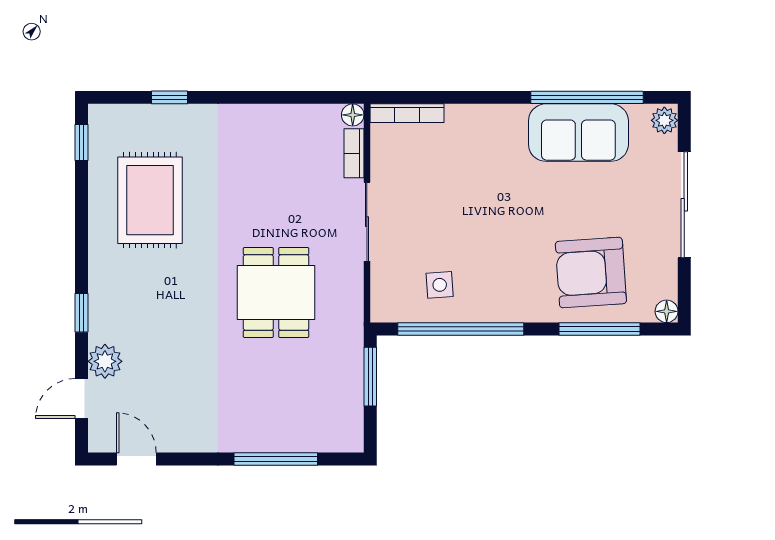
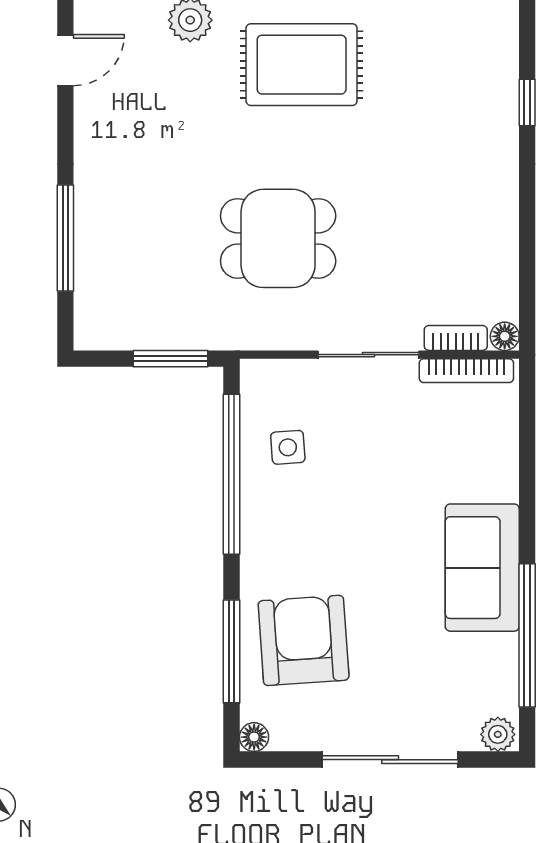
bookcase: (407, 113) -> (466, 371), moved, turned -90
sofa: (578, 133) -> (482, 568), moved
rug: (150, 200) -> (302, 65), moved

